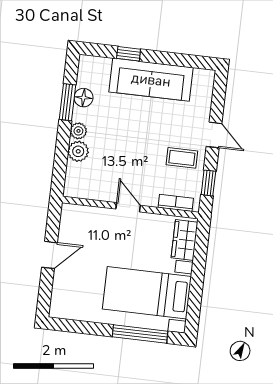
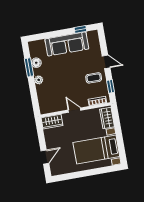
window: (129, 54) -> (80, 29), moved
plant: (78, 151) -> (42, 90), removed
wardrobe: (80, 216) -> (52, 122), added
door: (50, 255) -> (45, 157), moved
window: (140, 334) -> (99, 171), removed

